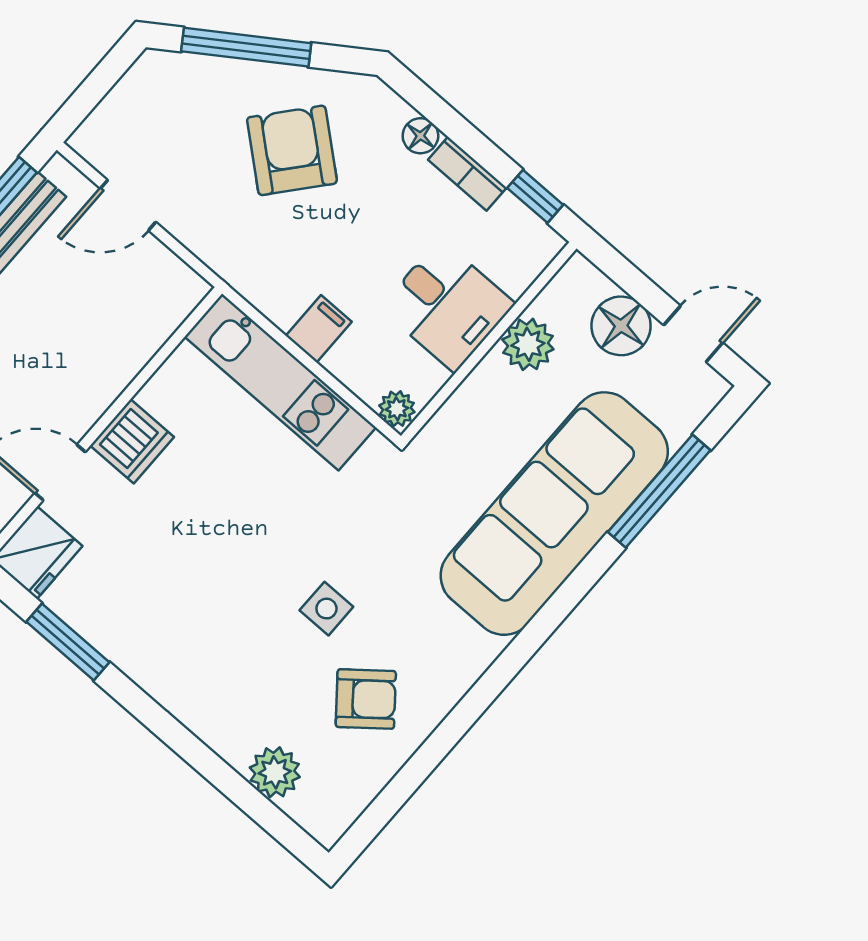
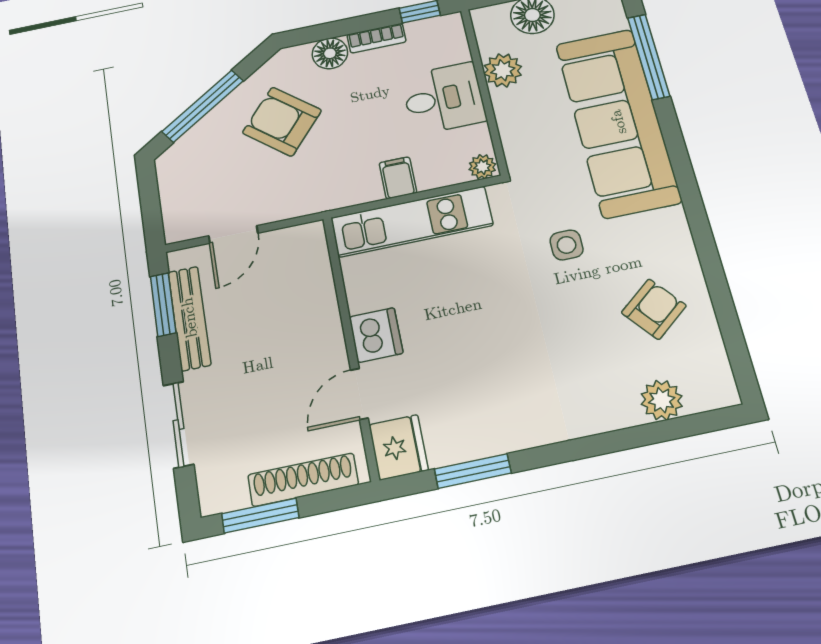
floor lamp: (420, 136) -> (330, 53), width x1.37, depth x1.37
side table: (326, 609) -> (567, 245), moved

